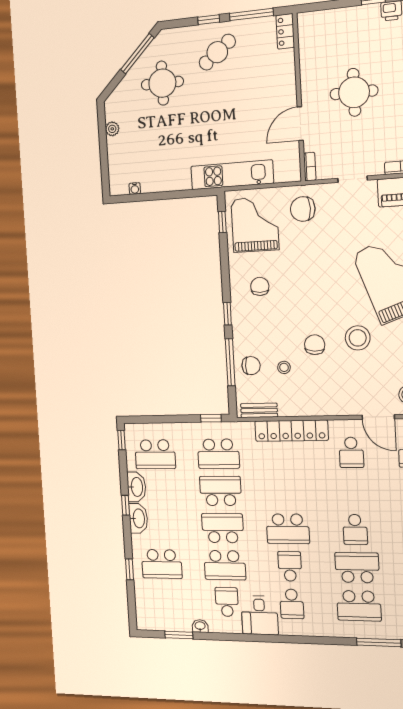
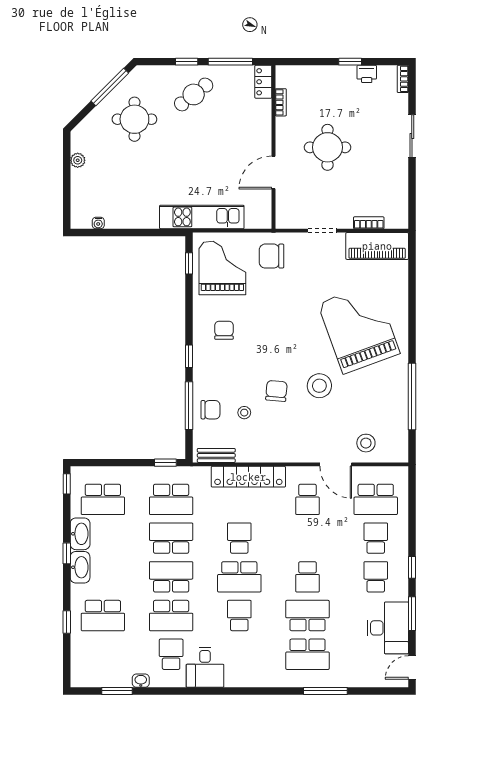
bookcase: (310, 167) -> (281, 102), moved
school desk: (292, 604) -> (239, 538), moved, turned 180

